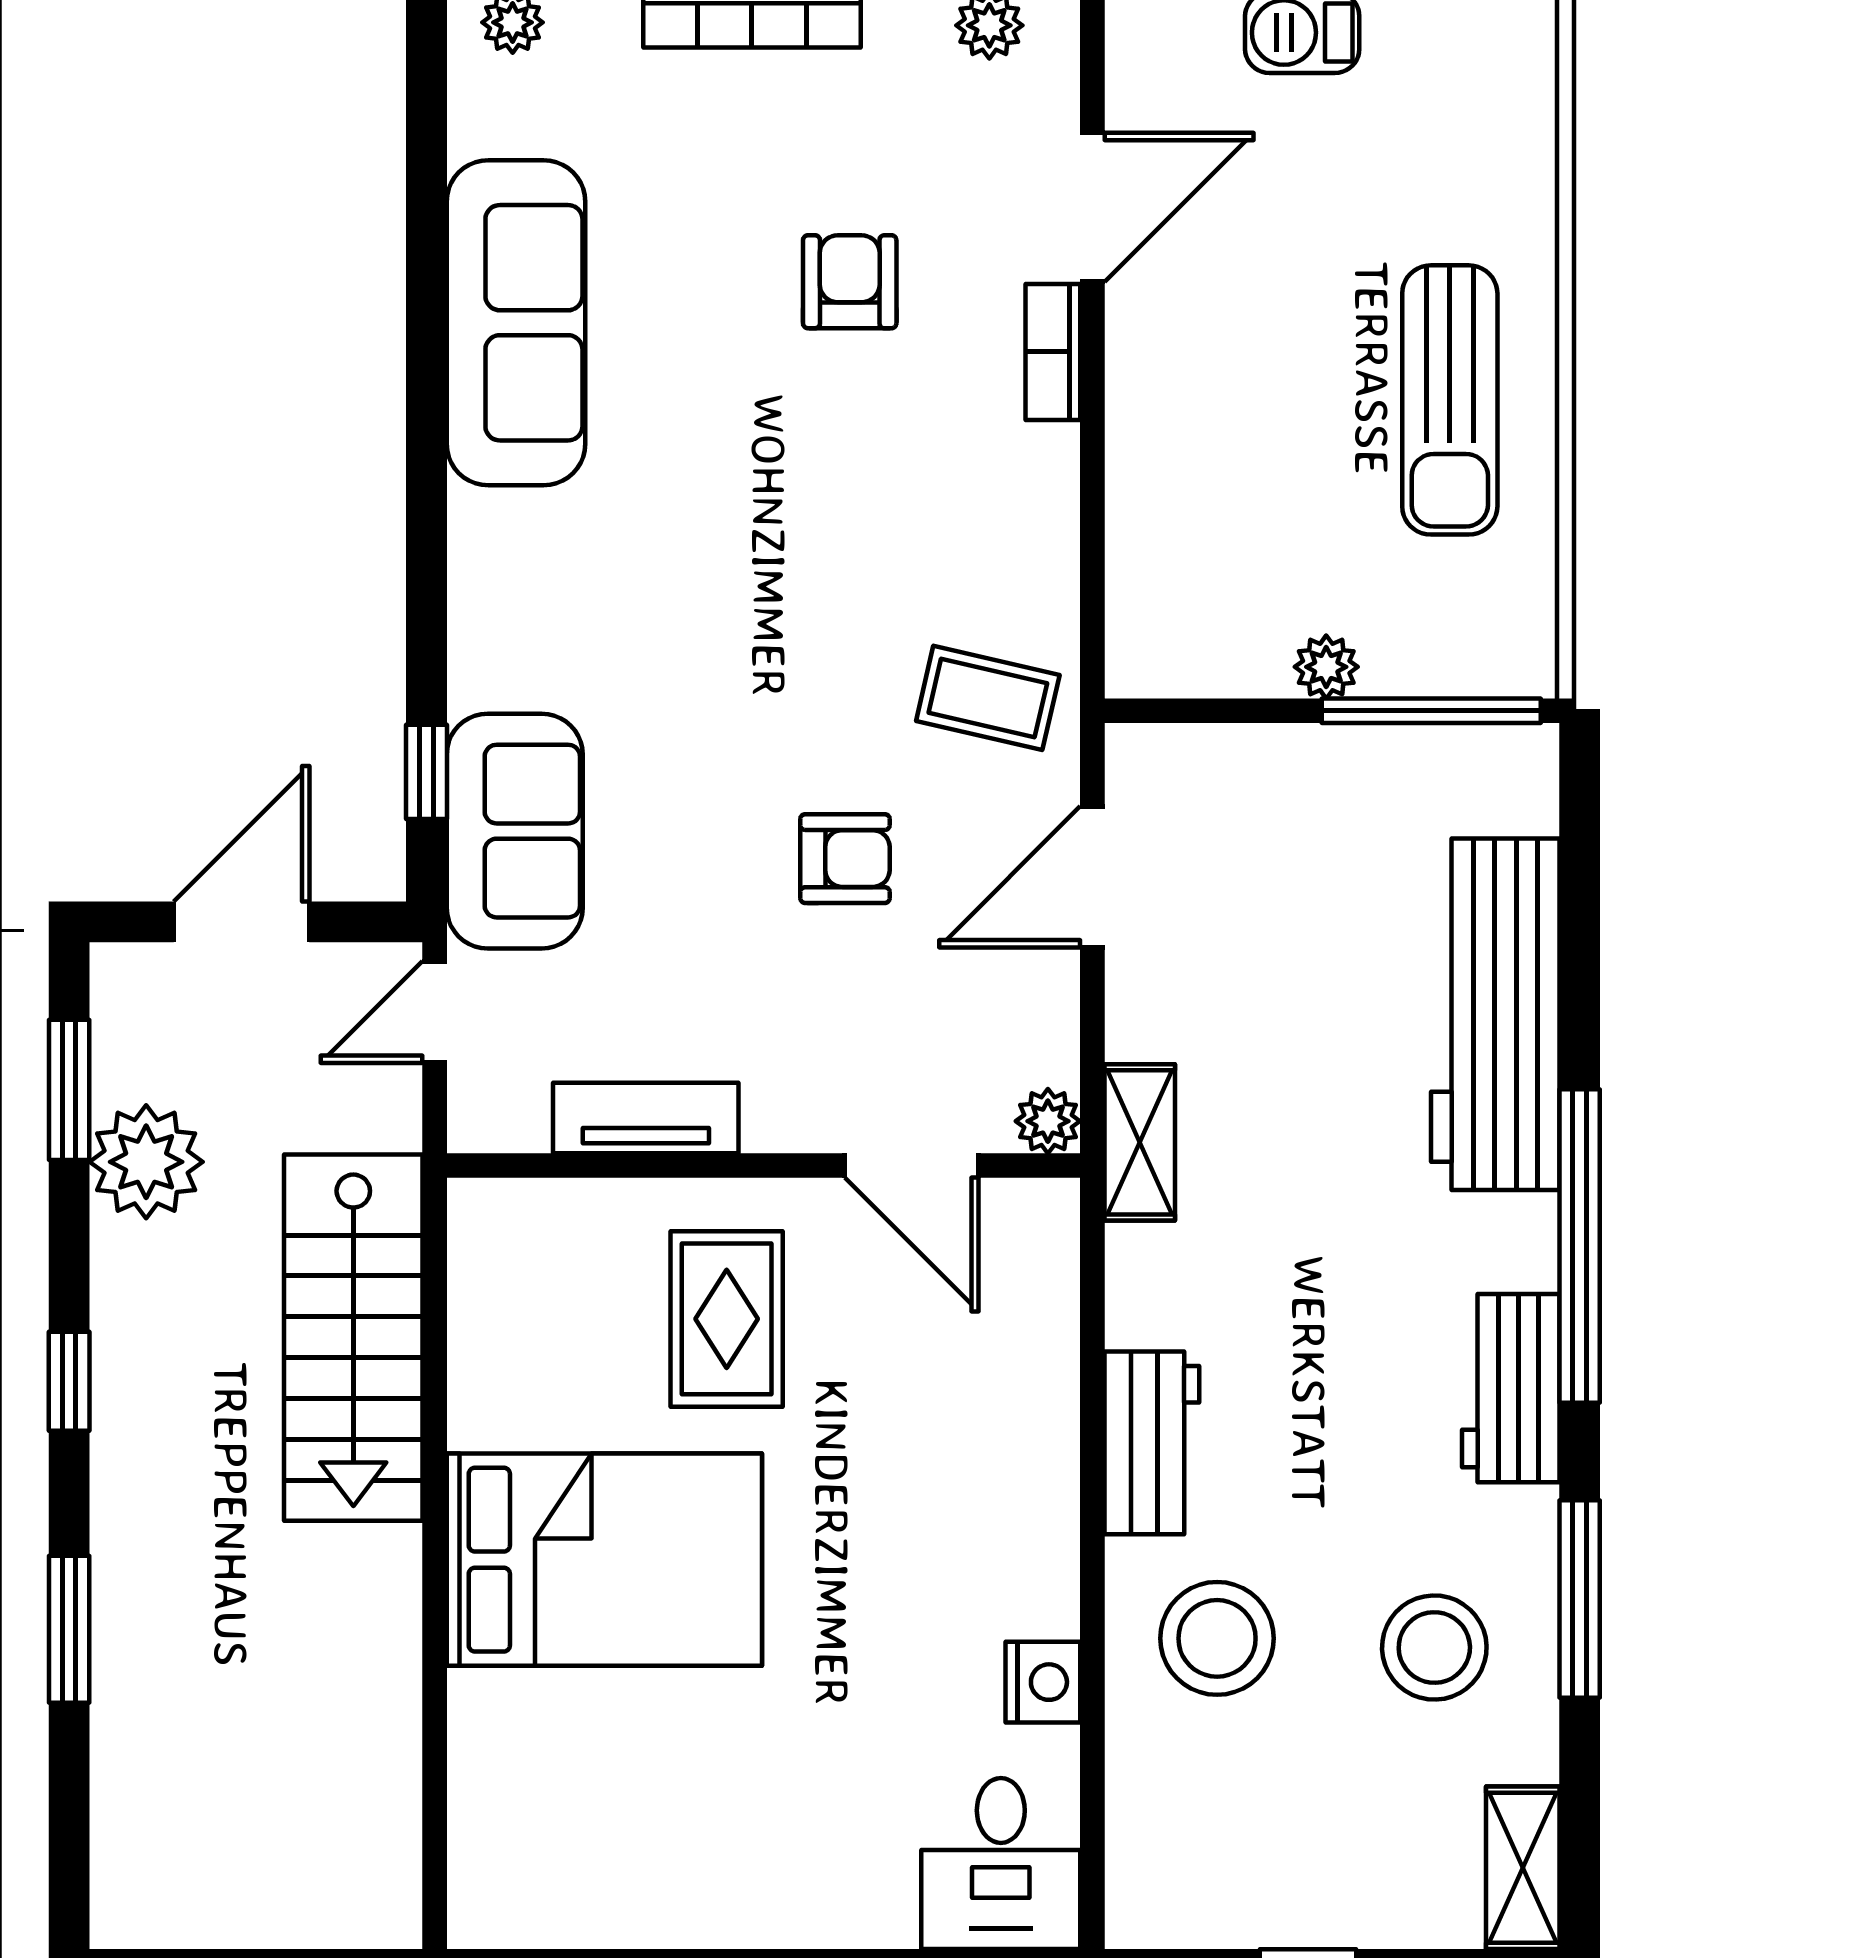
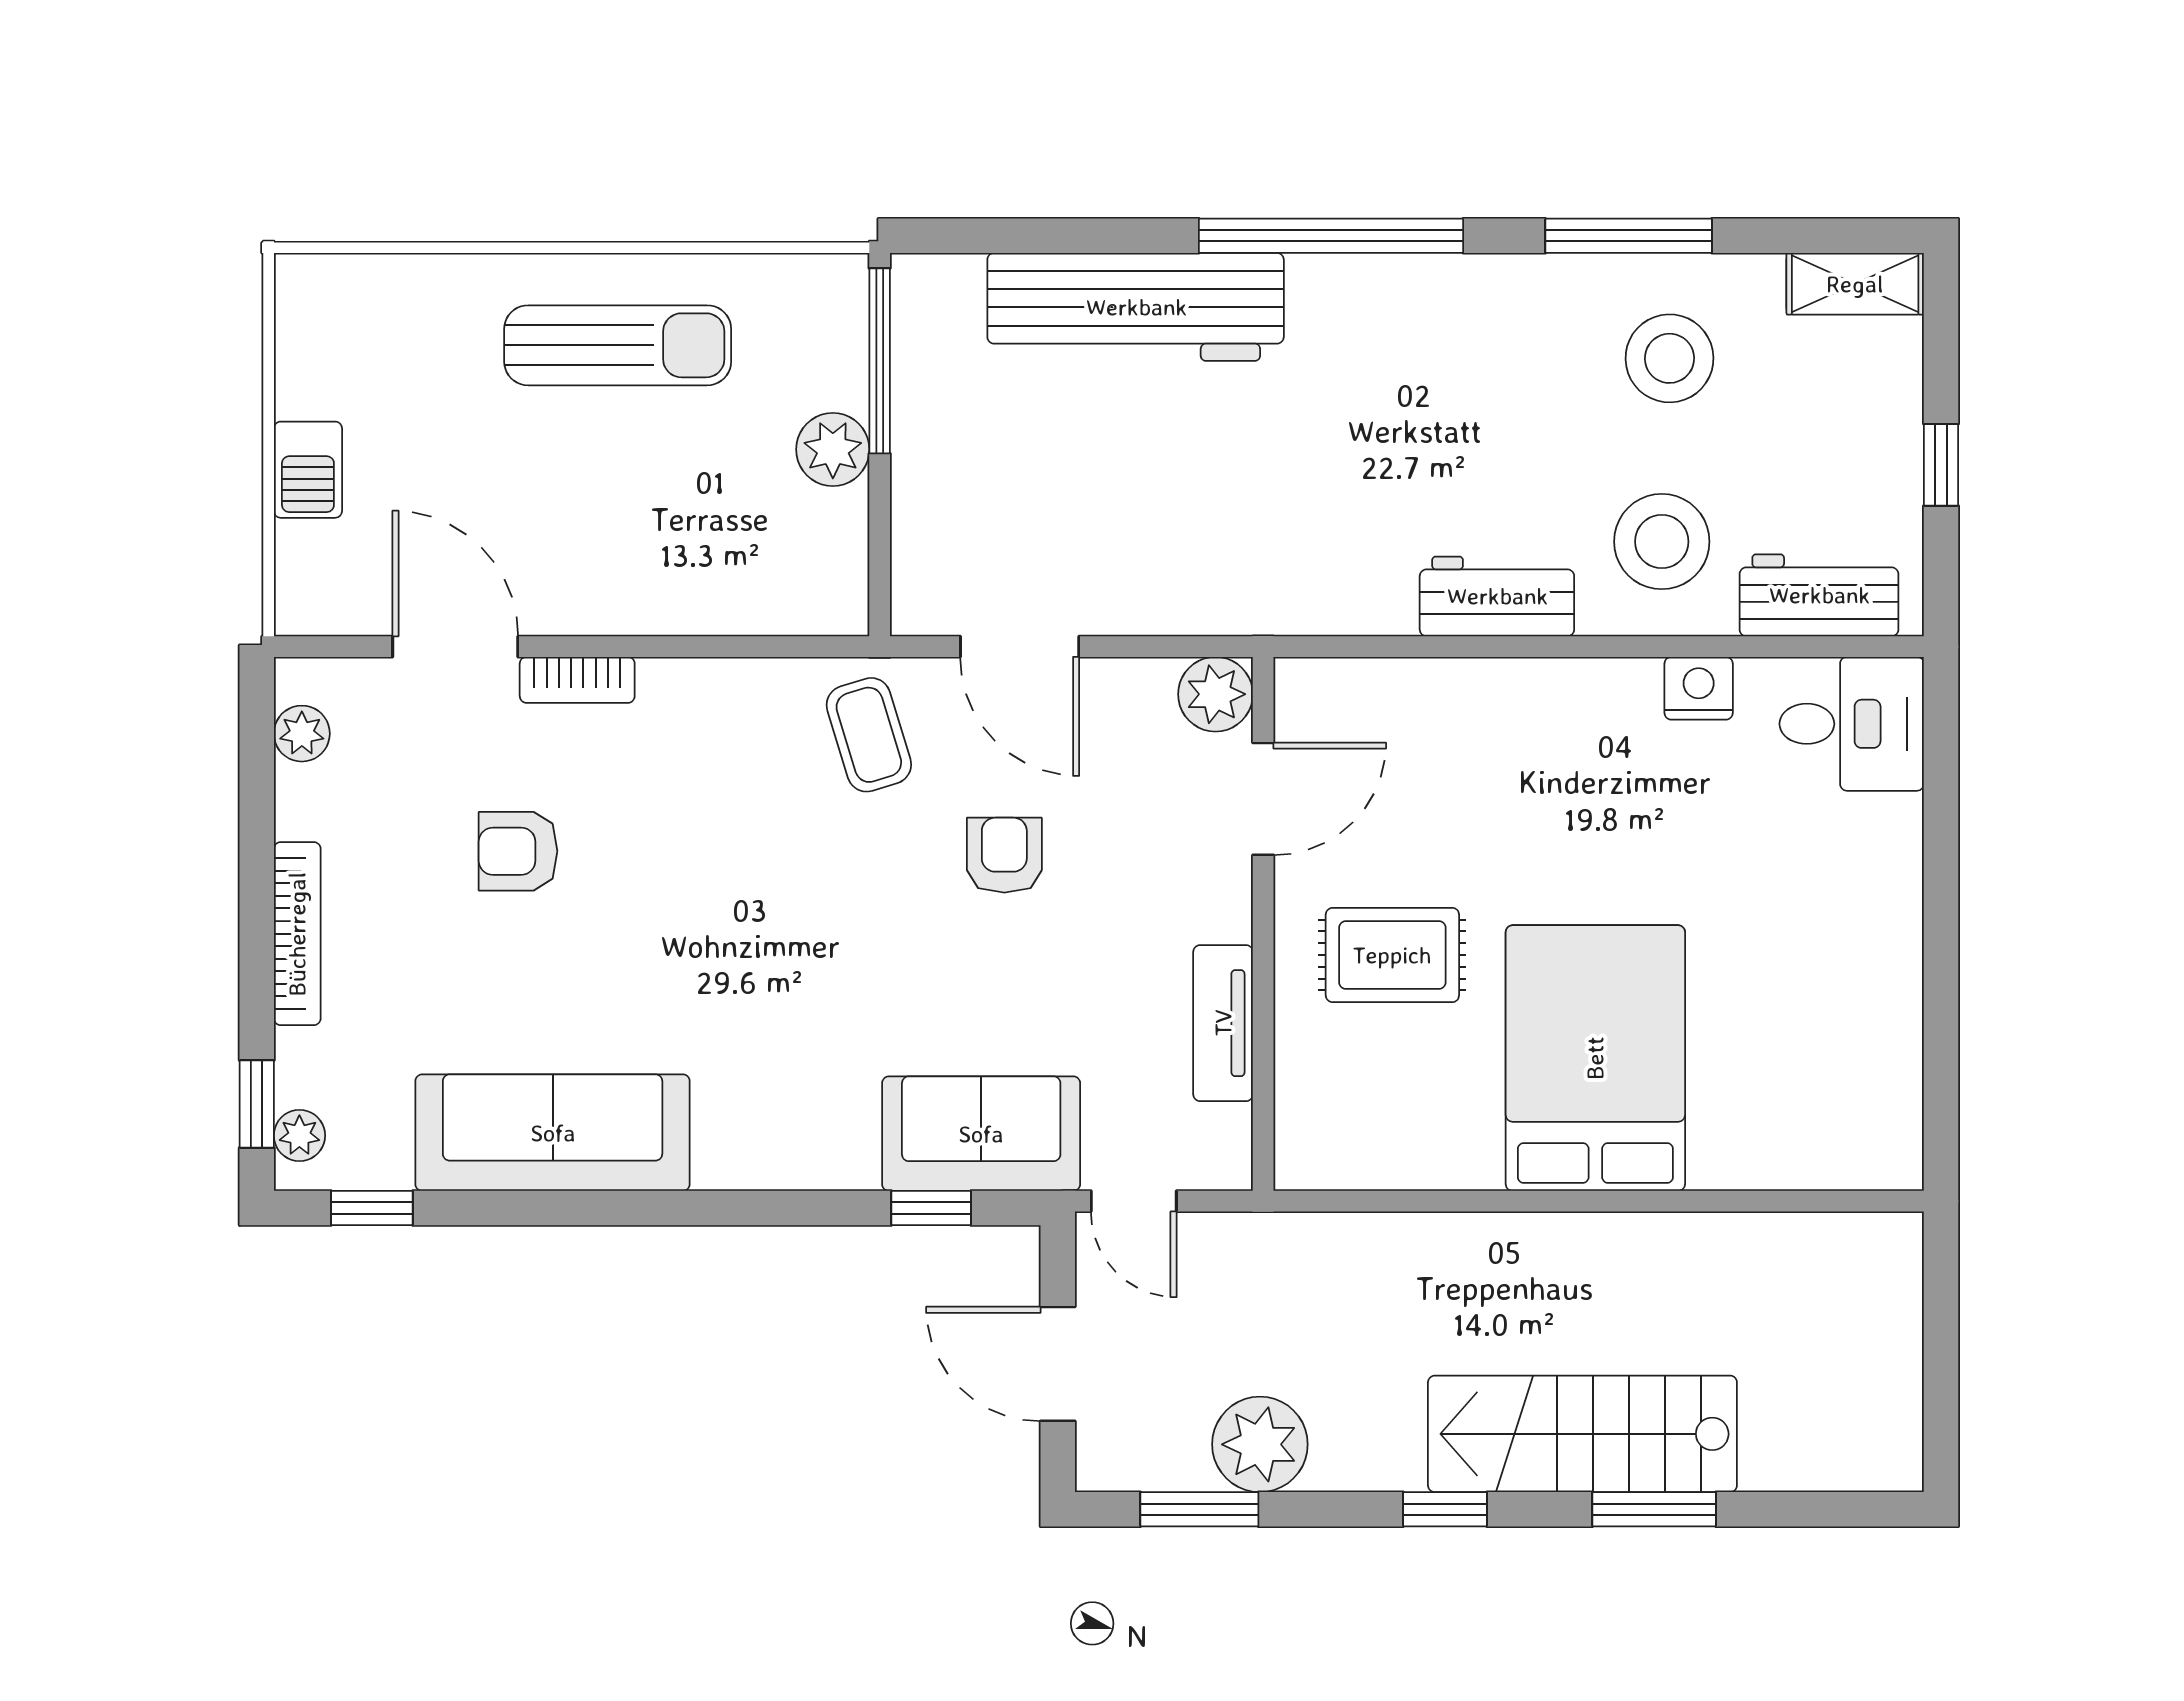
window: (426, 108) -> (372, 1208), added
plant: (1326, 667) -> (833, 449), width x1.38, depth x1.38
coffee table: (988, 698) -> (869, 735), turned -30
plant: (1048, 1121) -> (1215, 694), width x1.38, depth x1.38
shelving: (1140, 1142) -> (1244, 607), removed
stairs: (353, 1338) -> (1582, 1434), moved, turned 180
workbench: (1511, 1388) -> (1819, 595), moved, turned 180

